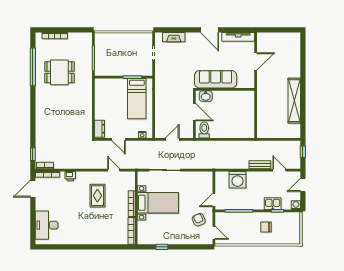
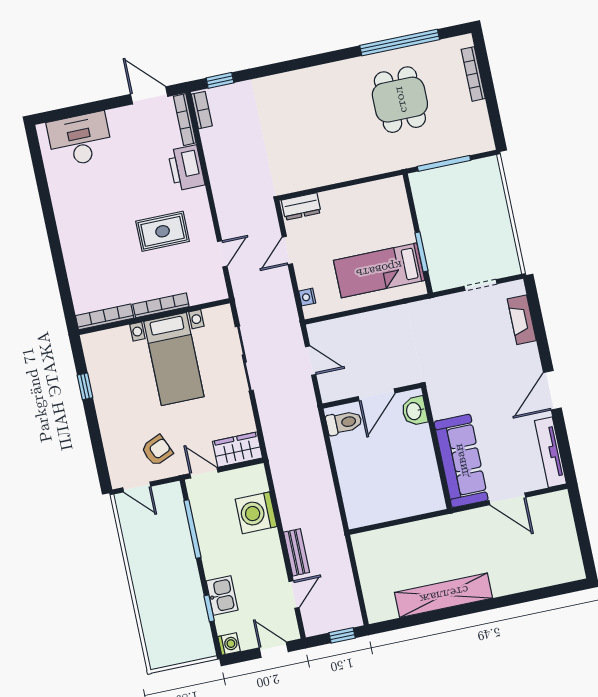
sofa: (216, 79) -> (461, 461), moved
printer: (70, 176) -> (186, 168), width x1.87, depth x1.48
wardrobe: (206, 182) -> (238, 450), added
chair: (266, 227) -> (171, 592), removed
door: (214, 233) -> (137, 487), hinge flipped

